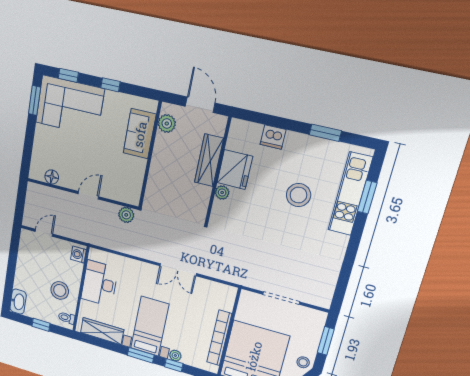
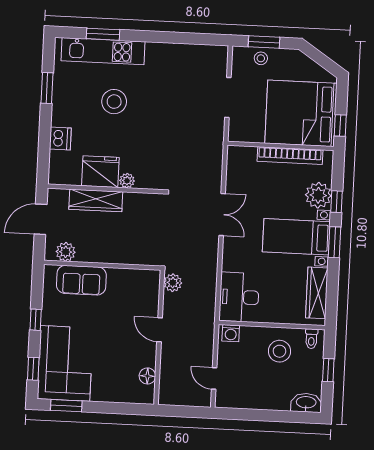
desk: (100, 283) -> (239, 297), moved, turned 90
plant: (175, 356) -> (318, 195), width x1.87, depth x1.87
stool: (303, 362) -> (261, 58), moved

